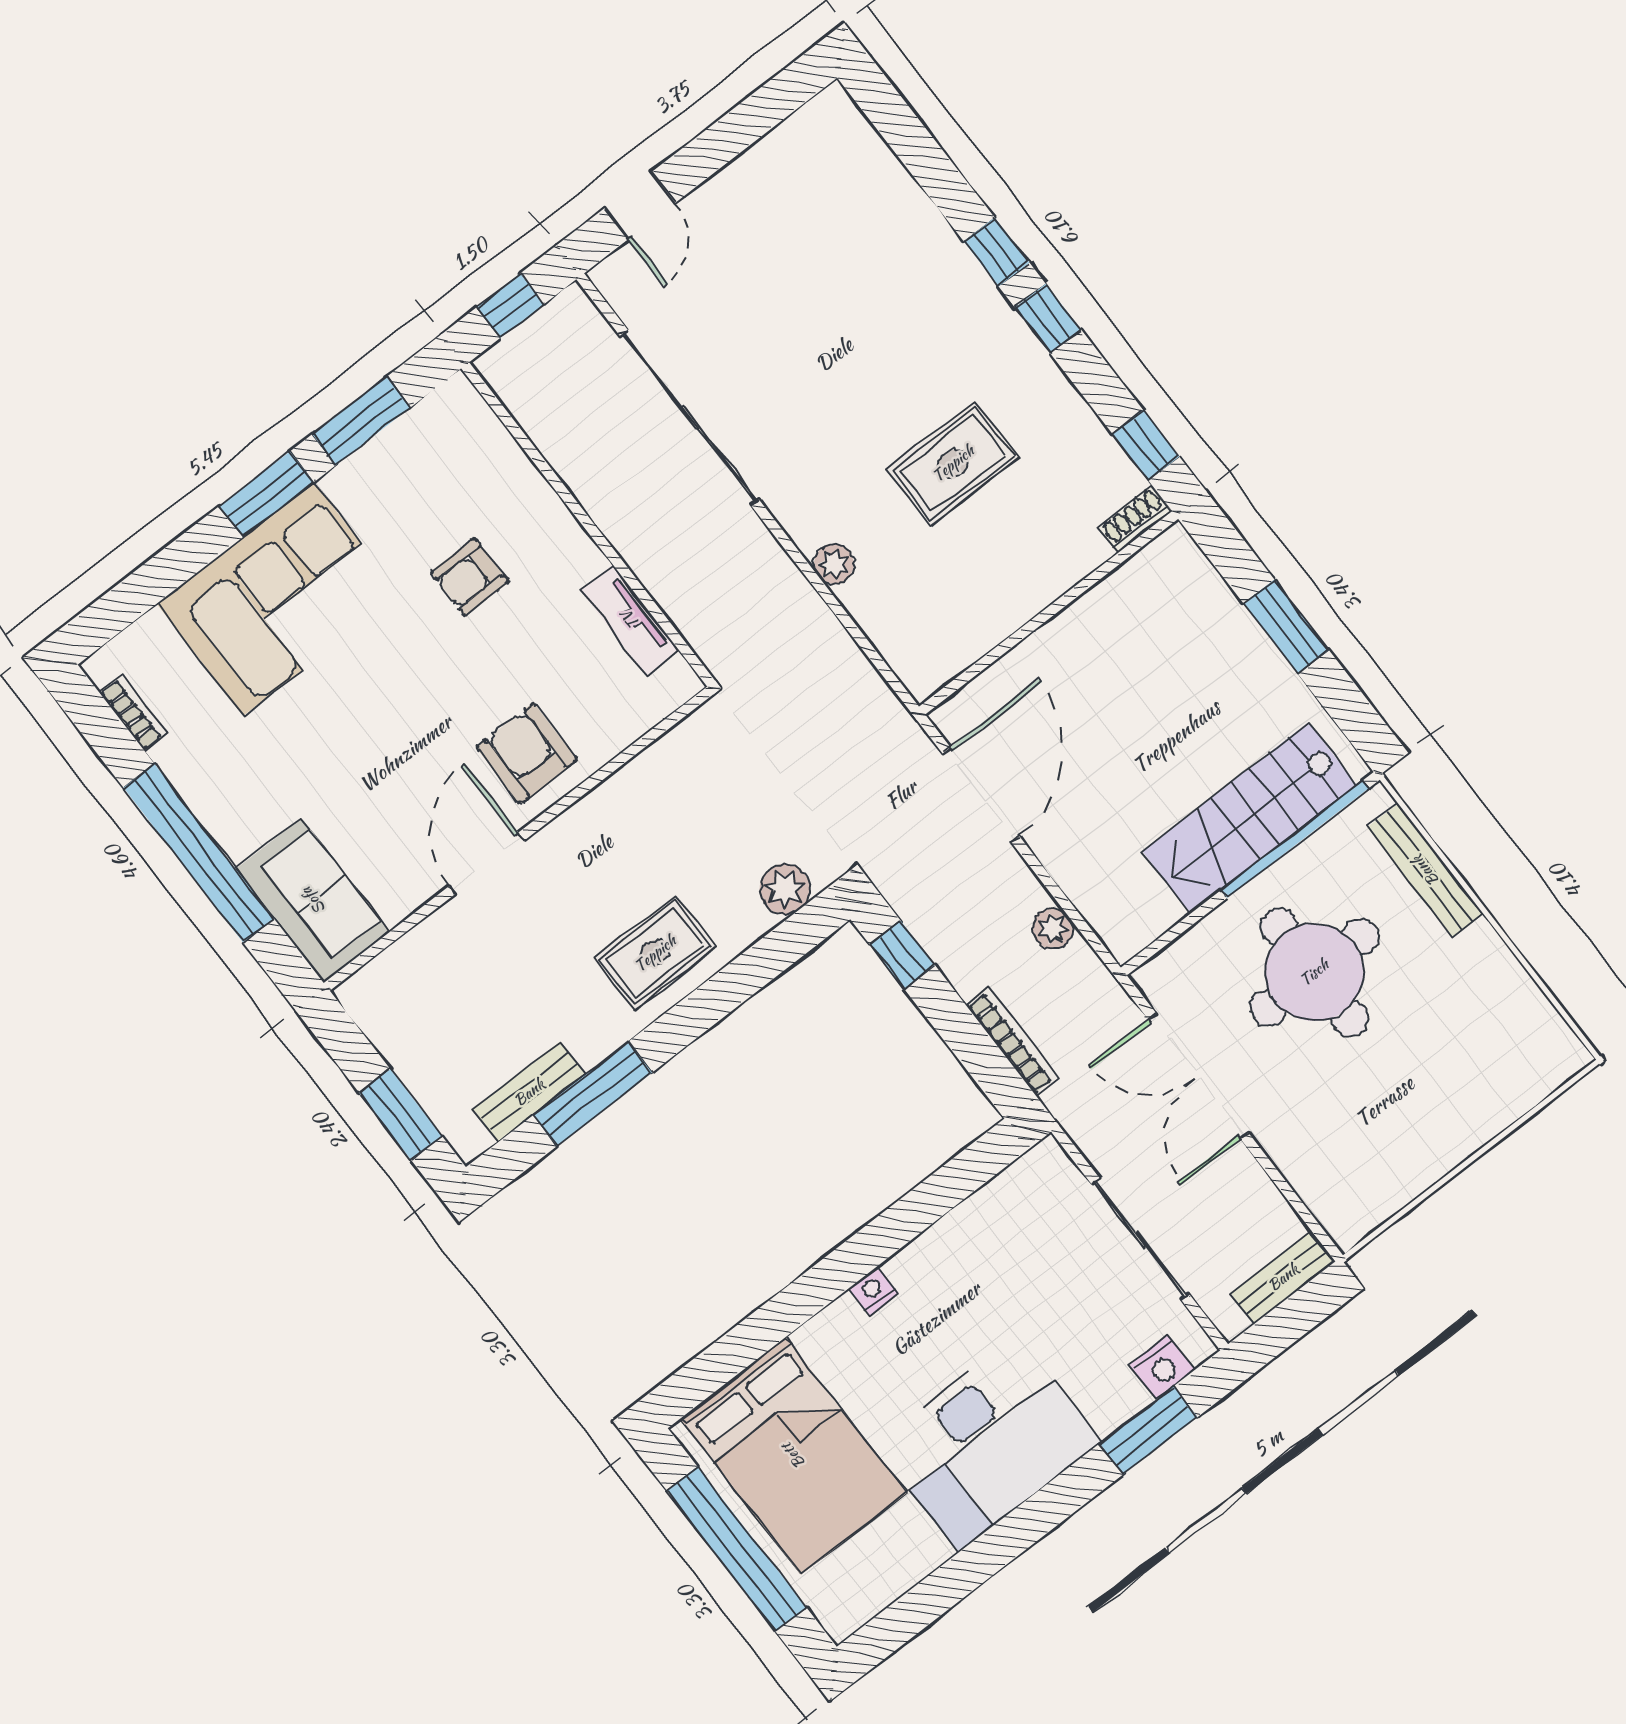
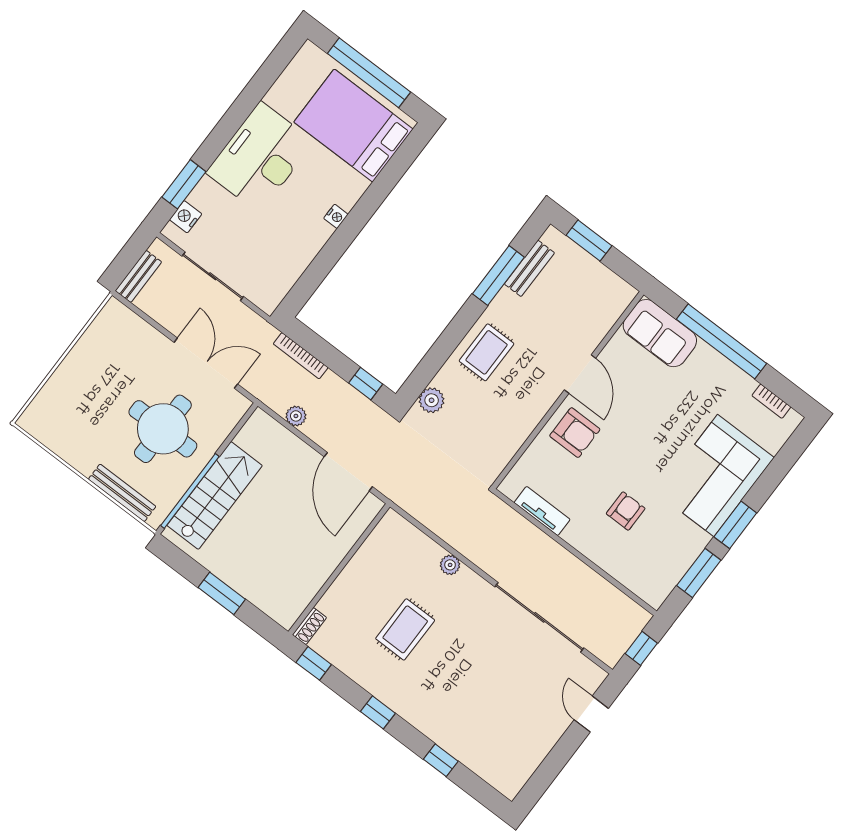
window: (997, 252) -> (441, 760), moved

